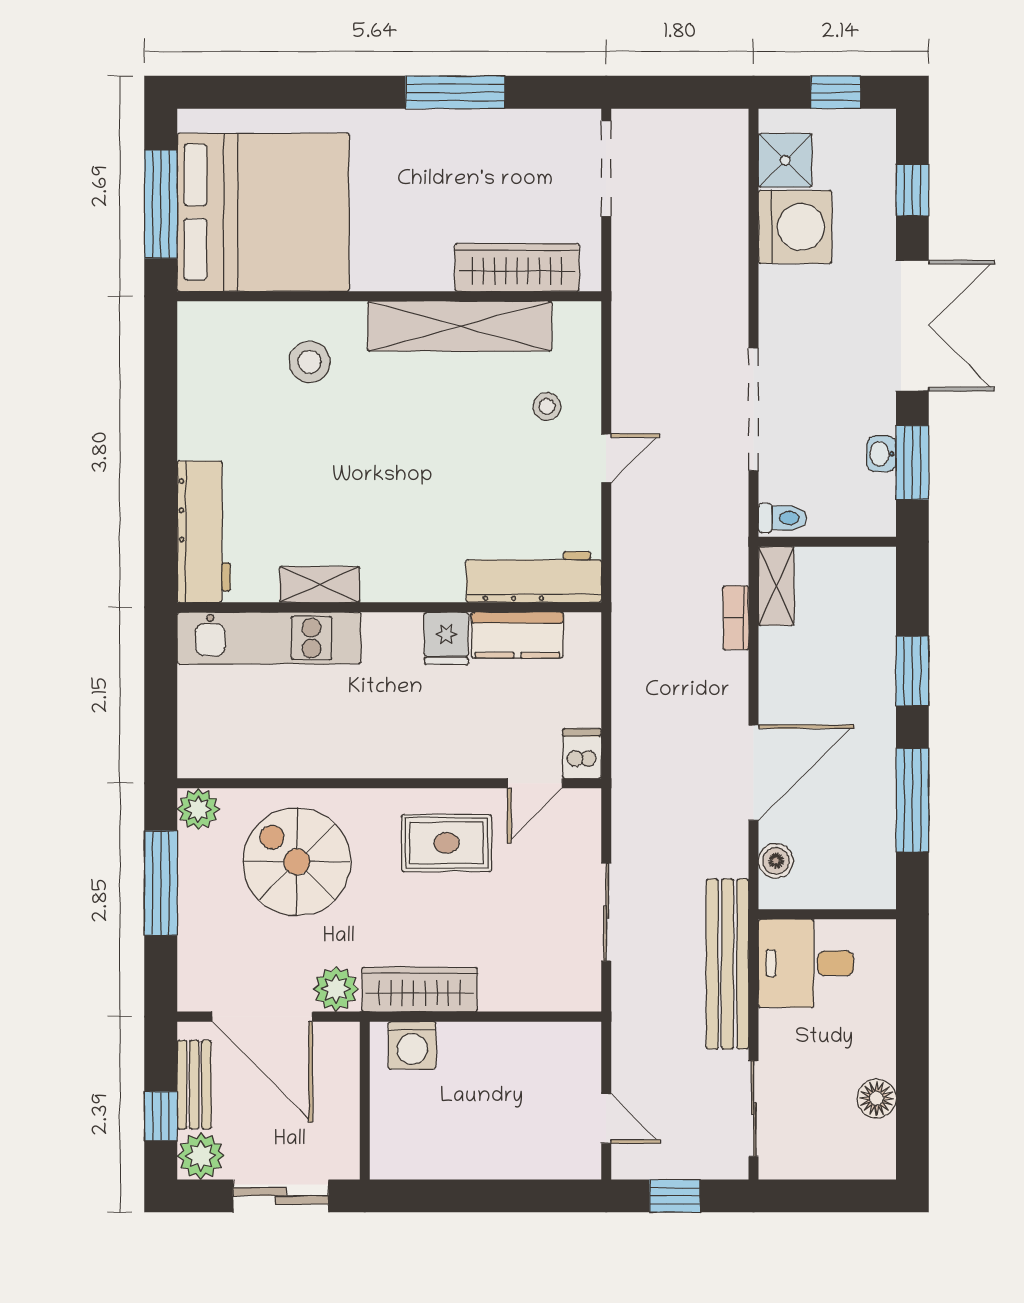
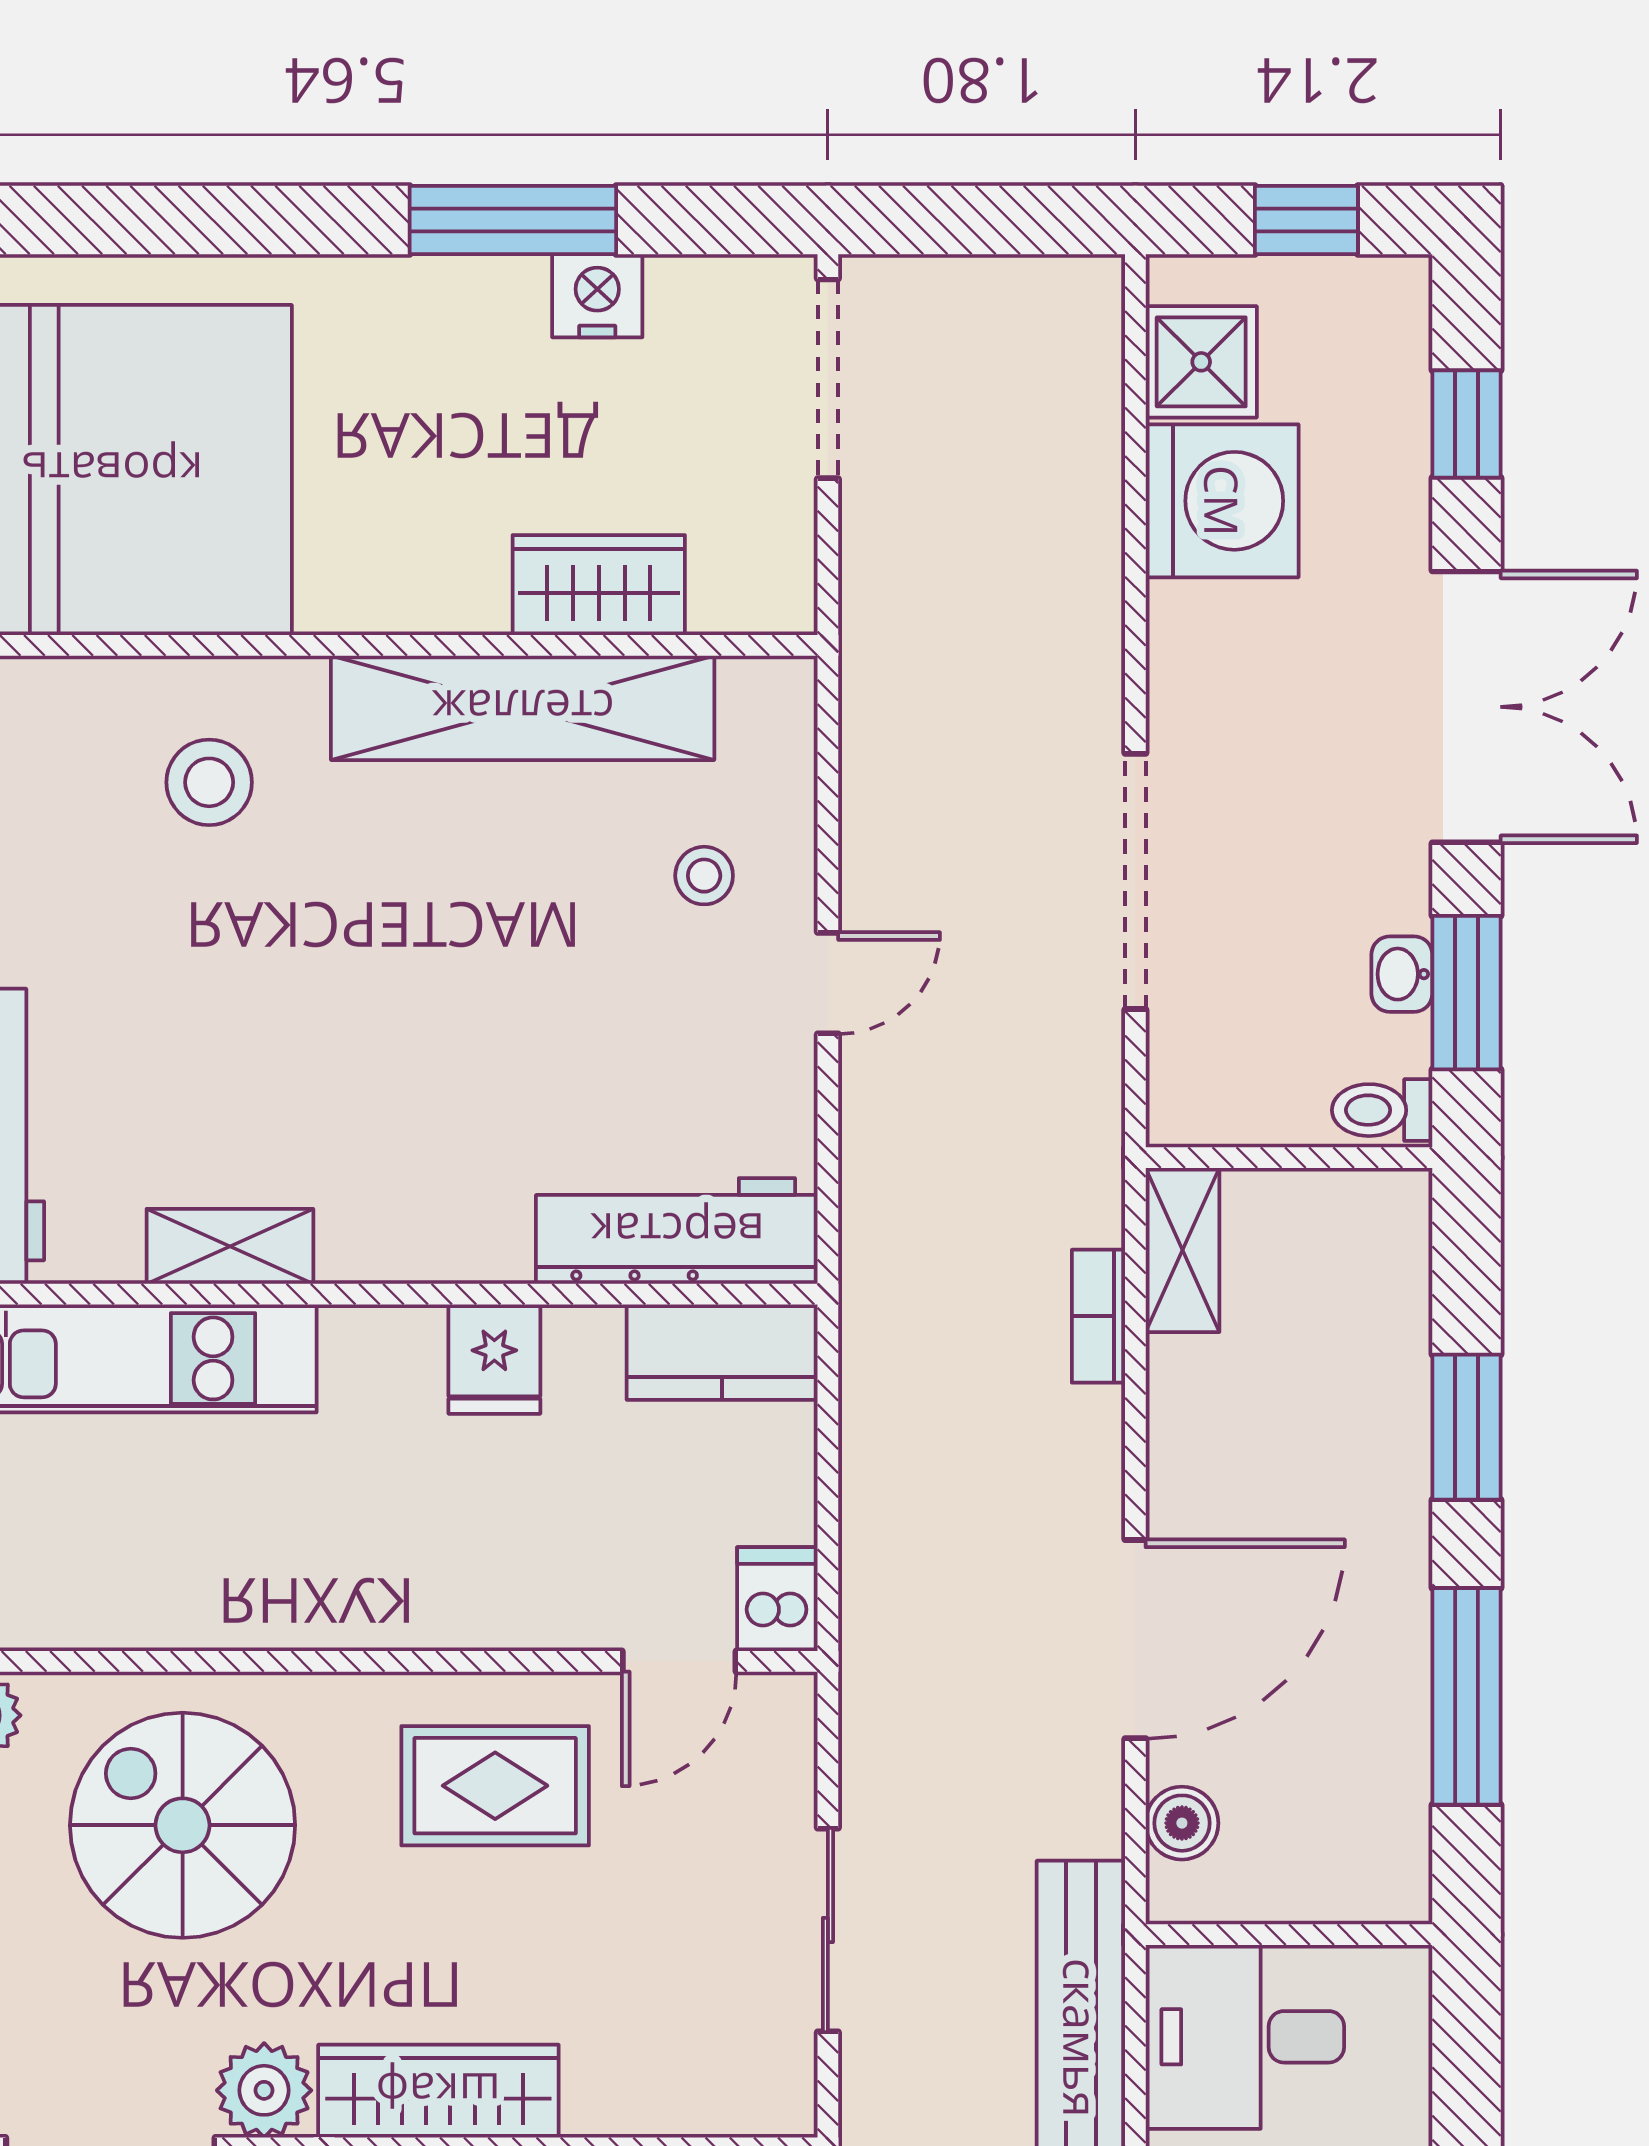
nightstand: (496, 129) -> (597, 296), added
wardrobe: (517, 267) -> (599, 585), width x0.67
toilet: (783, 518) -> (1382, 1110), moved, turned 180
kitchen counter: (517, 635) -> (722, 1352), moved

